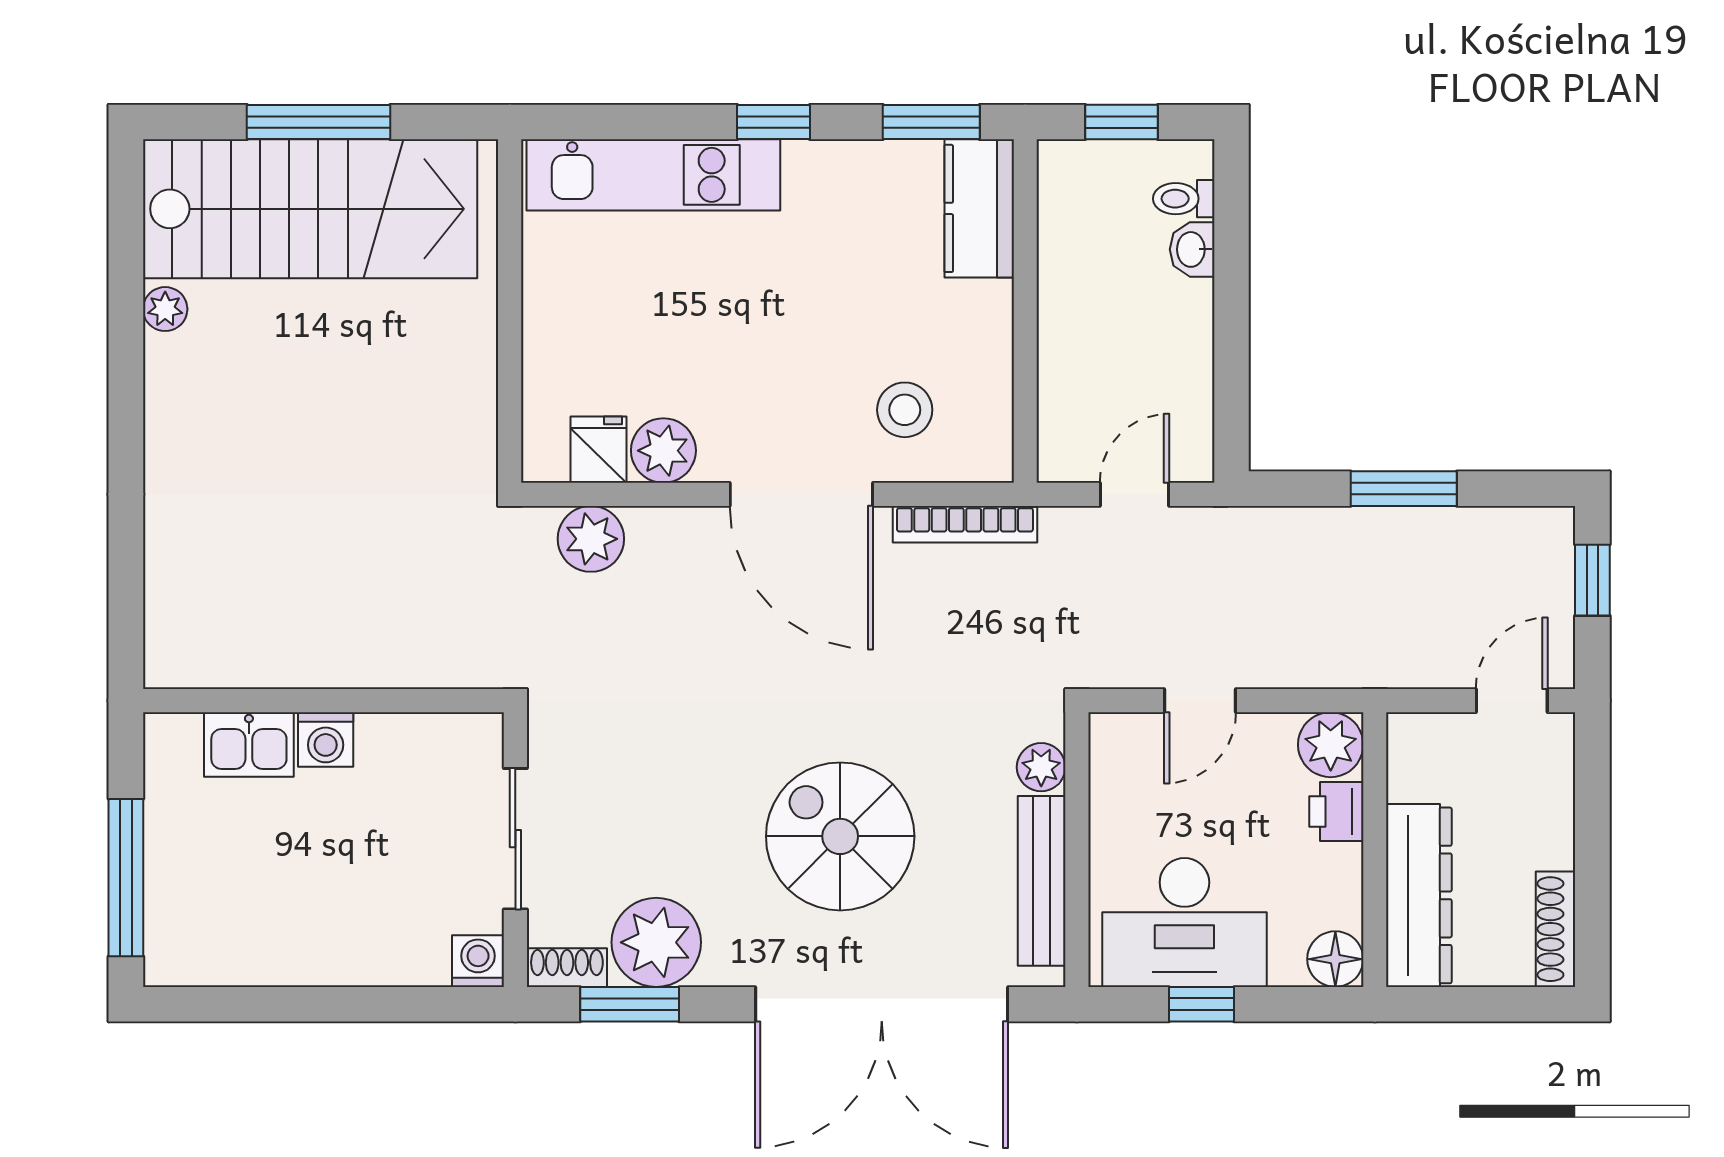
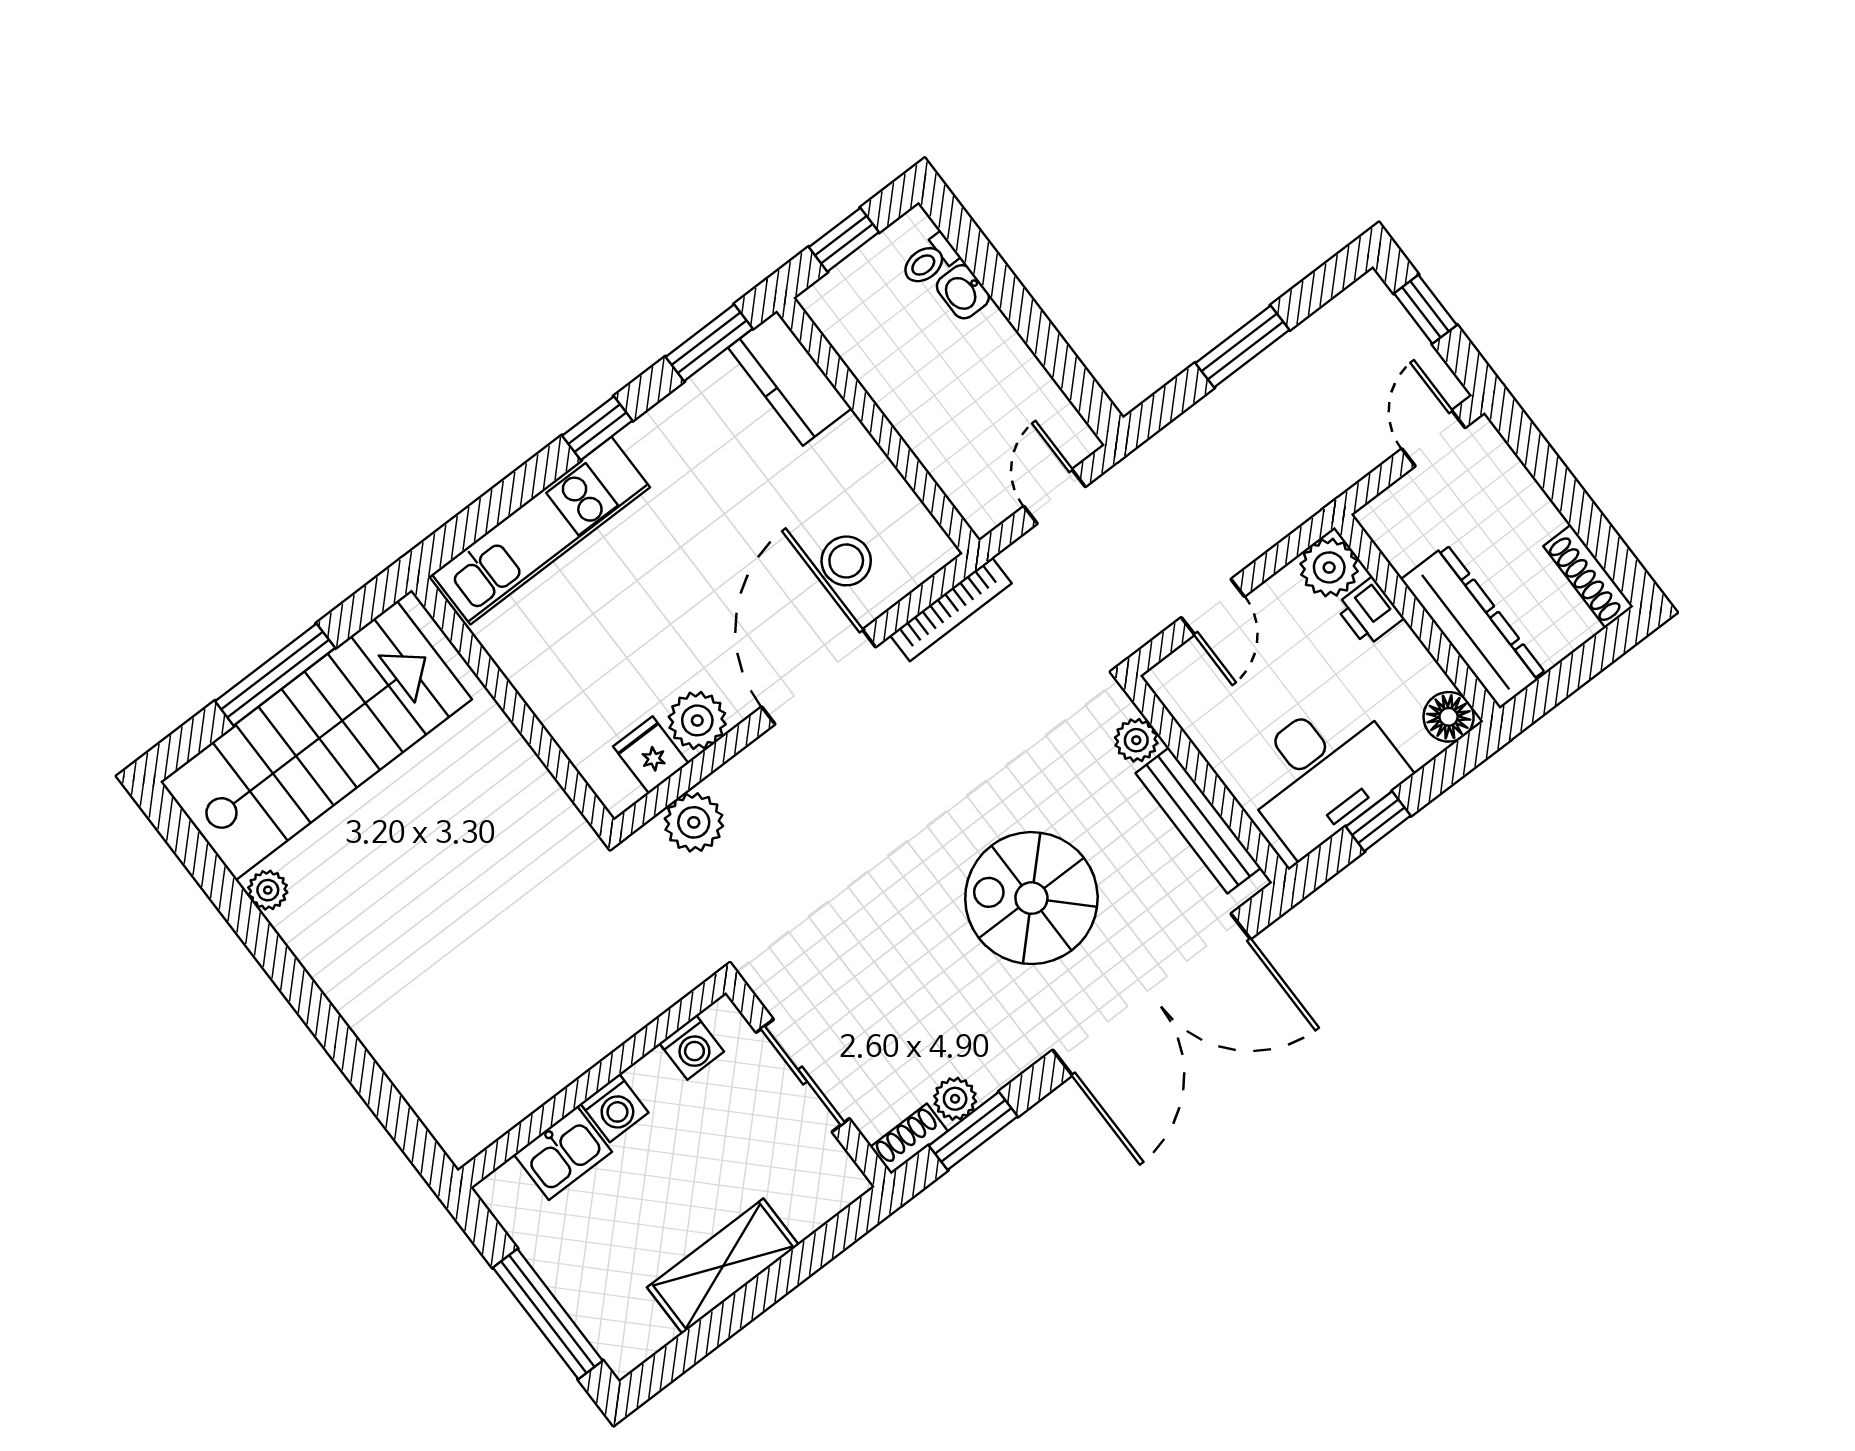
door: (801, 494) -> (819, 677), swing flipped
plant: (656, 942) -> (955, 1099), width x0.53, depth x0.53
shelving: (315, 954) -> (723, 1266), added
washing machine: (478, 961) -> (692, 1047), moved, turned 180

